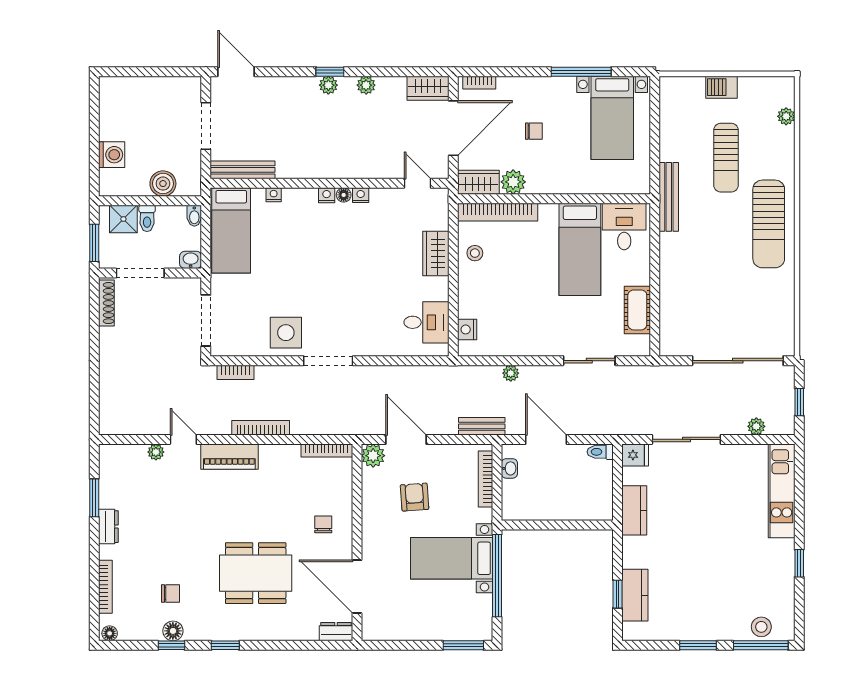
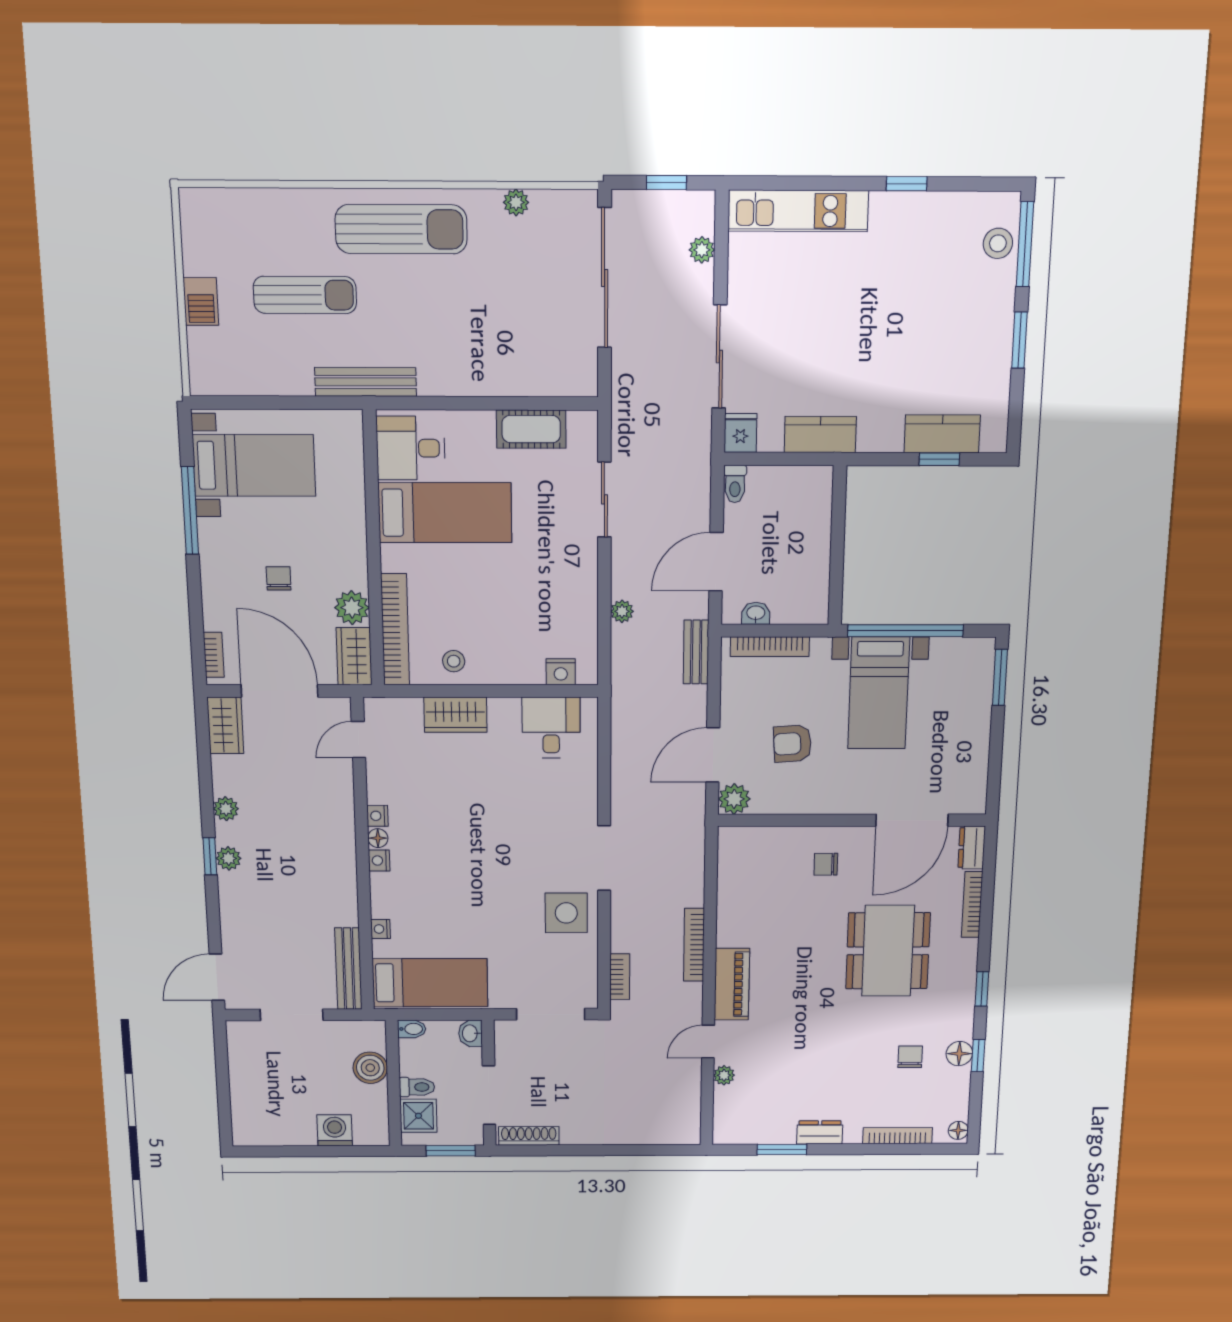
plant: (786, 116) -> (516, 202), moved
bookcase: (327, 450) -> (972, 904), moved, turned 180

